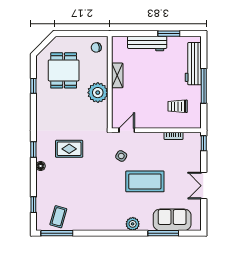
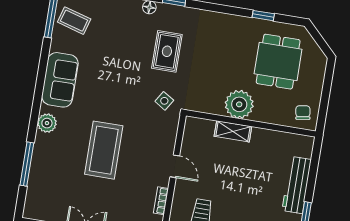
dining table: (64, 70) -> (278, 62), turned 90
shelving: (117, 75) -> (233, 131), moved
door: (127, 130) -> (175, 166), moved
side table: (121, 156) -> (164, 101), moved
sofa: (172, 220) -> (60, 80), moved

